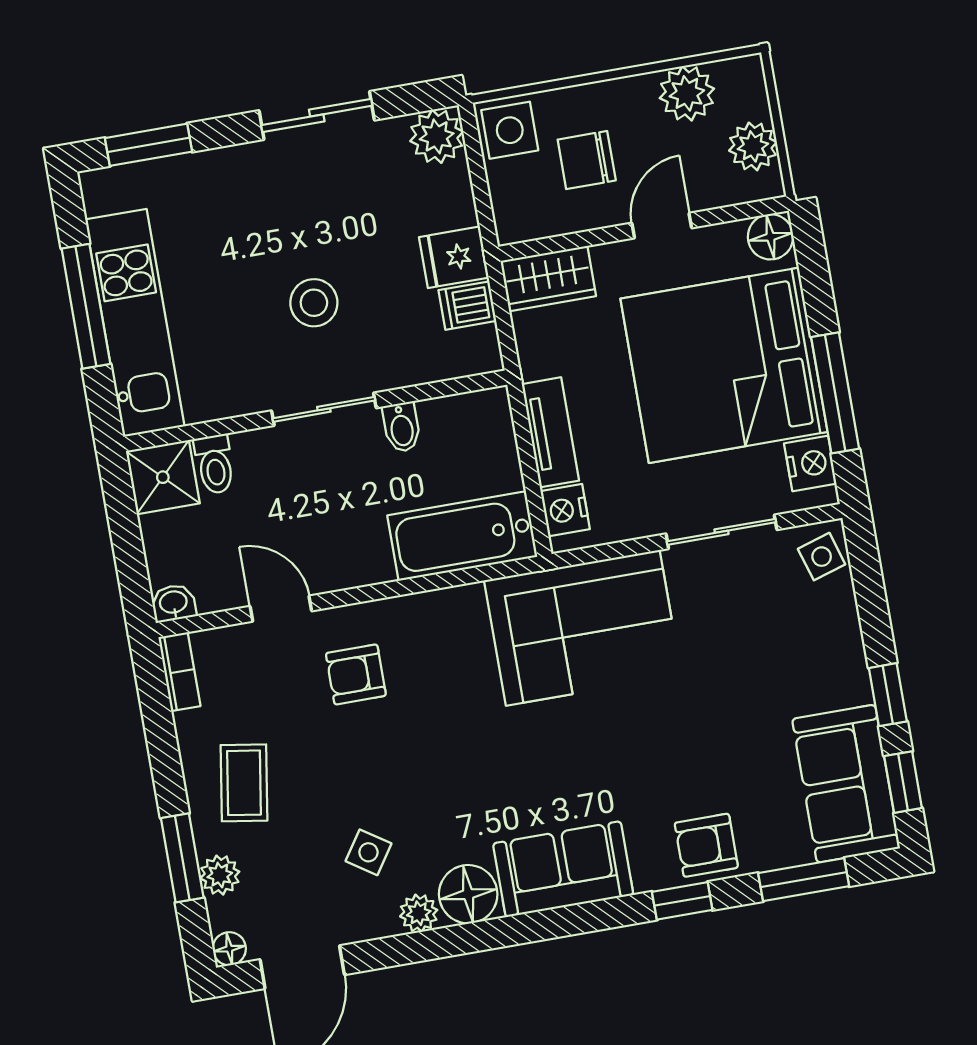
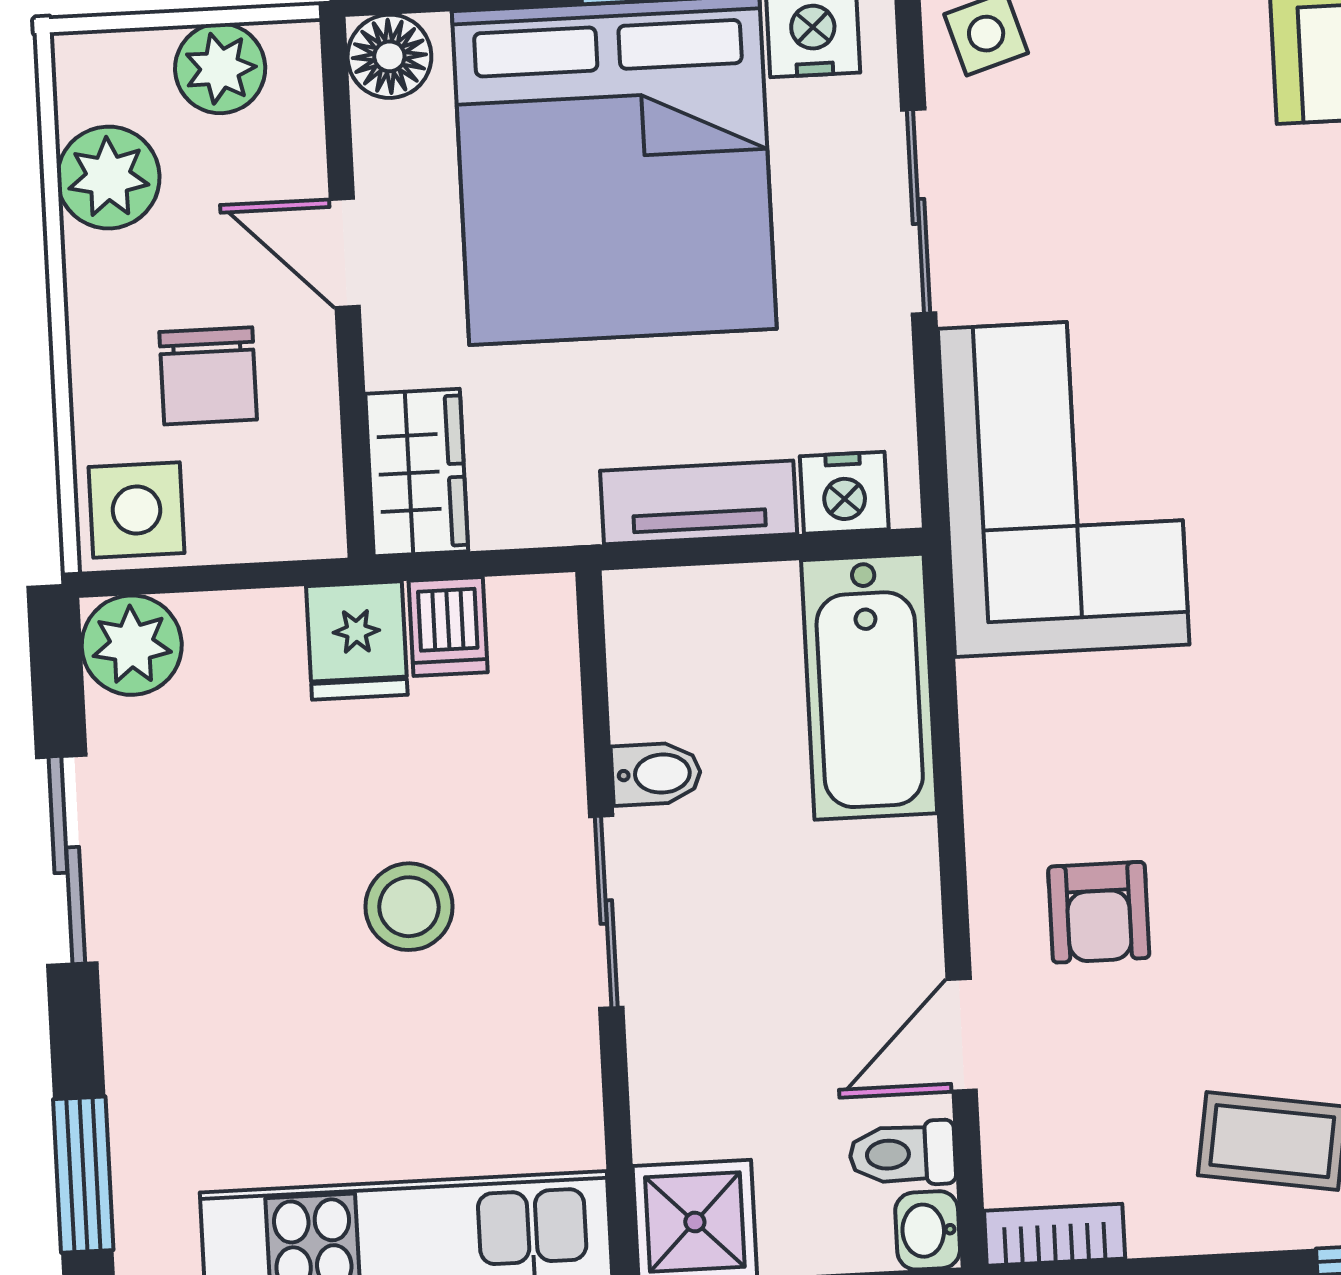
toilet: (215, 464) -> (903, 1154), moved, turned 180

